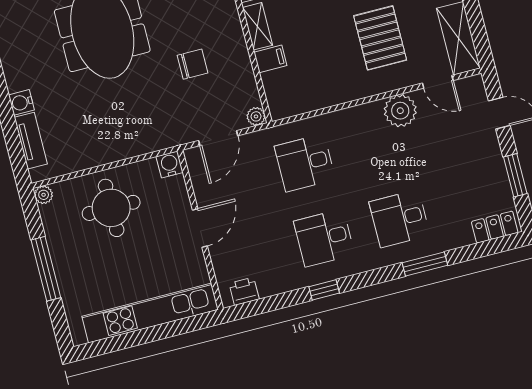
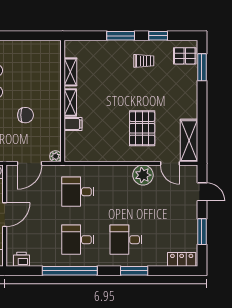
window: (324, 290) -> (70, 271), width x3.17

